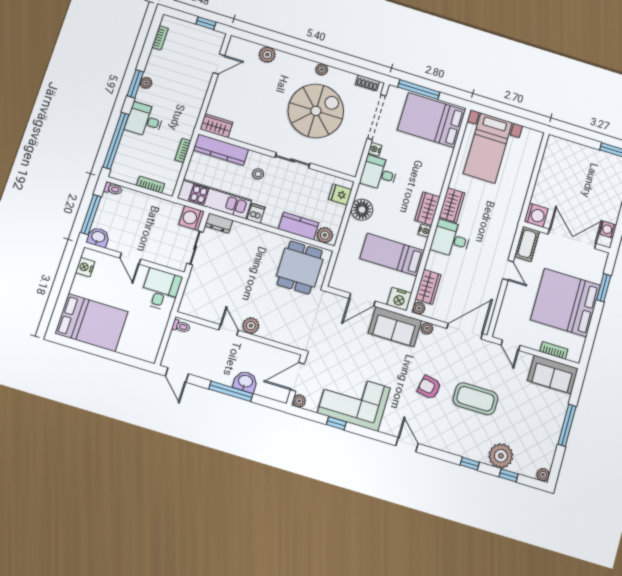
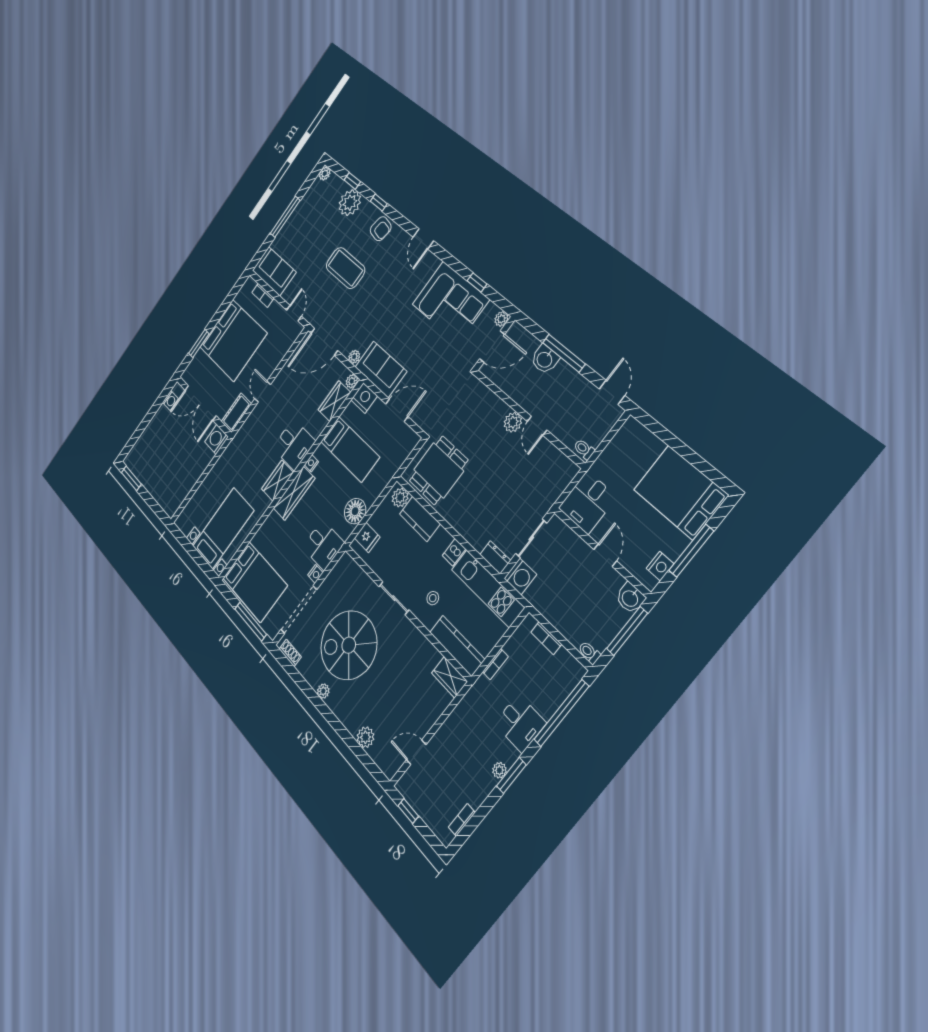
wardrobe: (427, 209) -> (294, 493), width x1.50
window: (67, 286) -> (691, 551), added
armchair: (429, 387) -> (381, 229), moved

